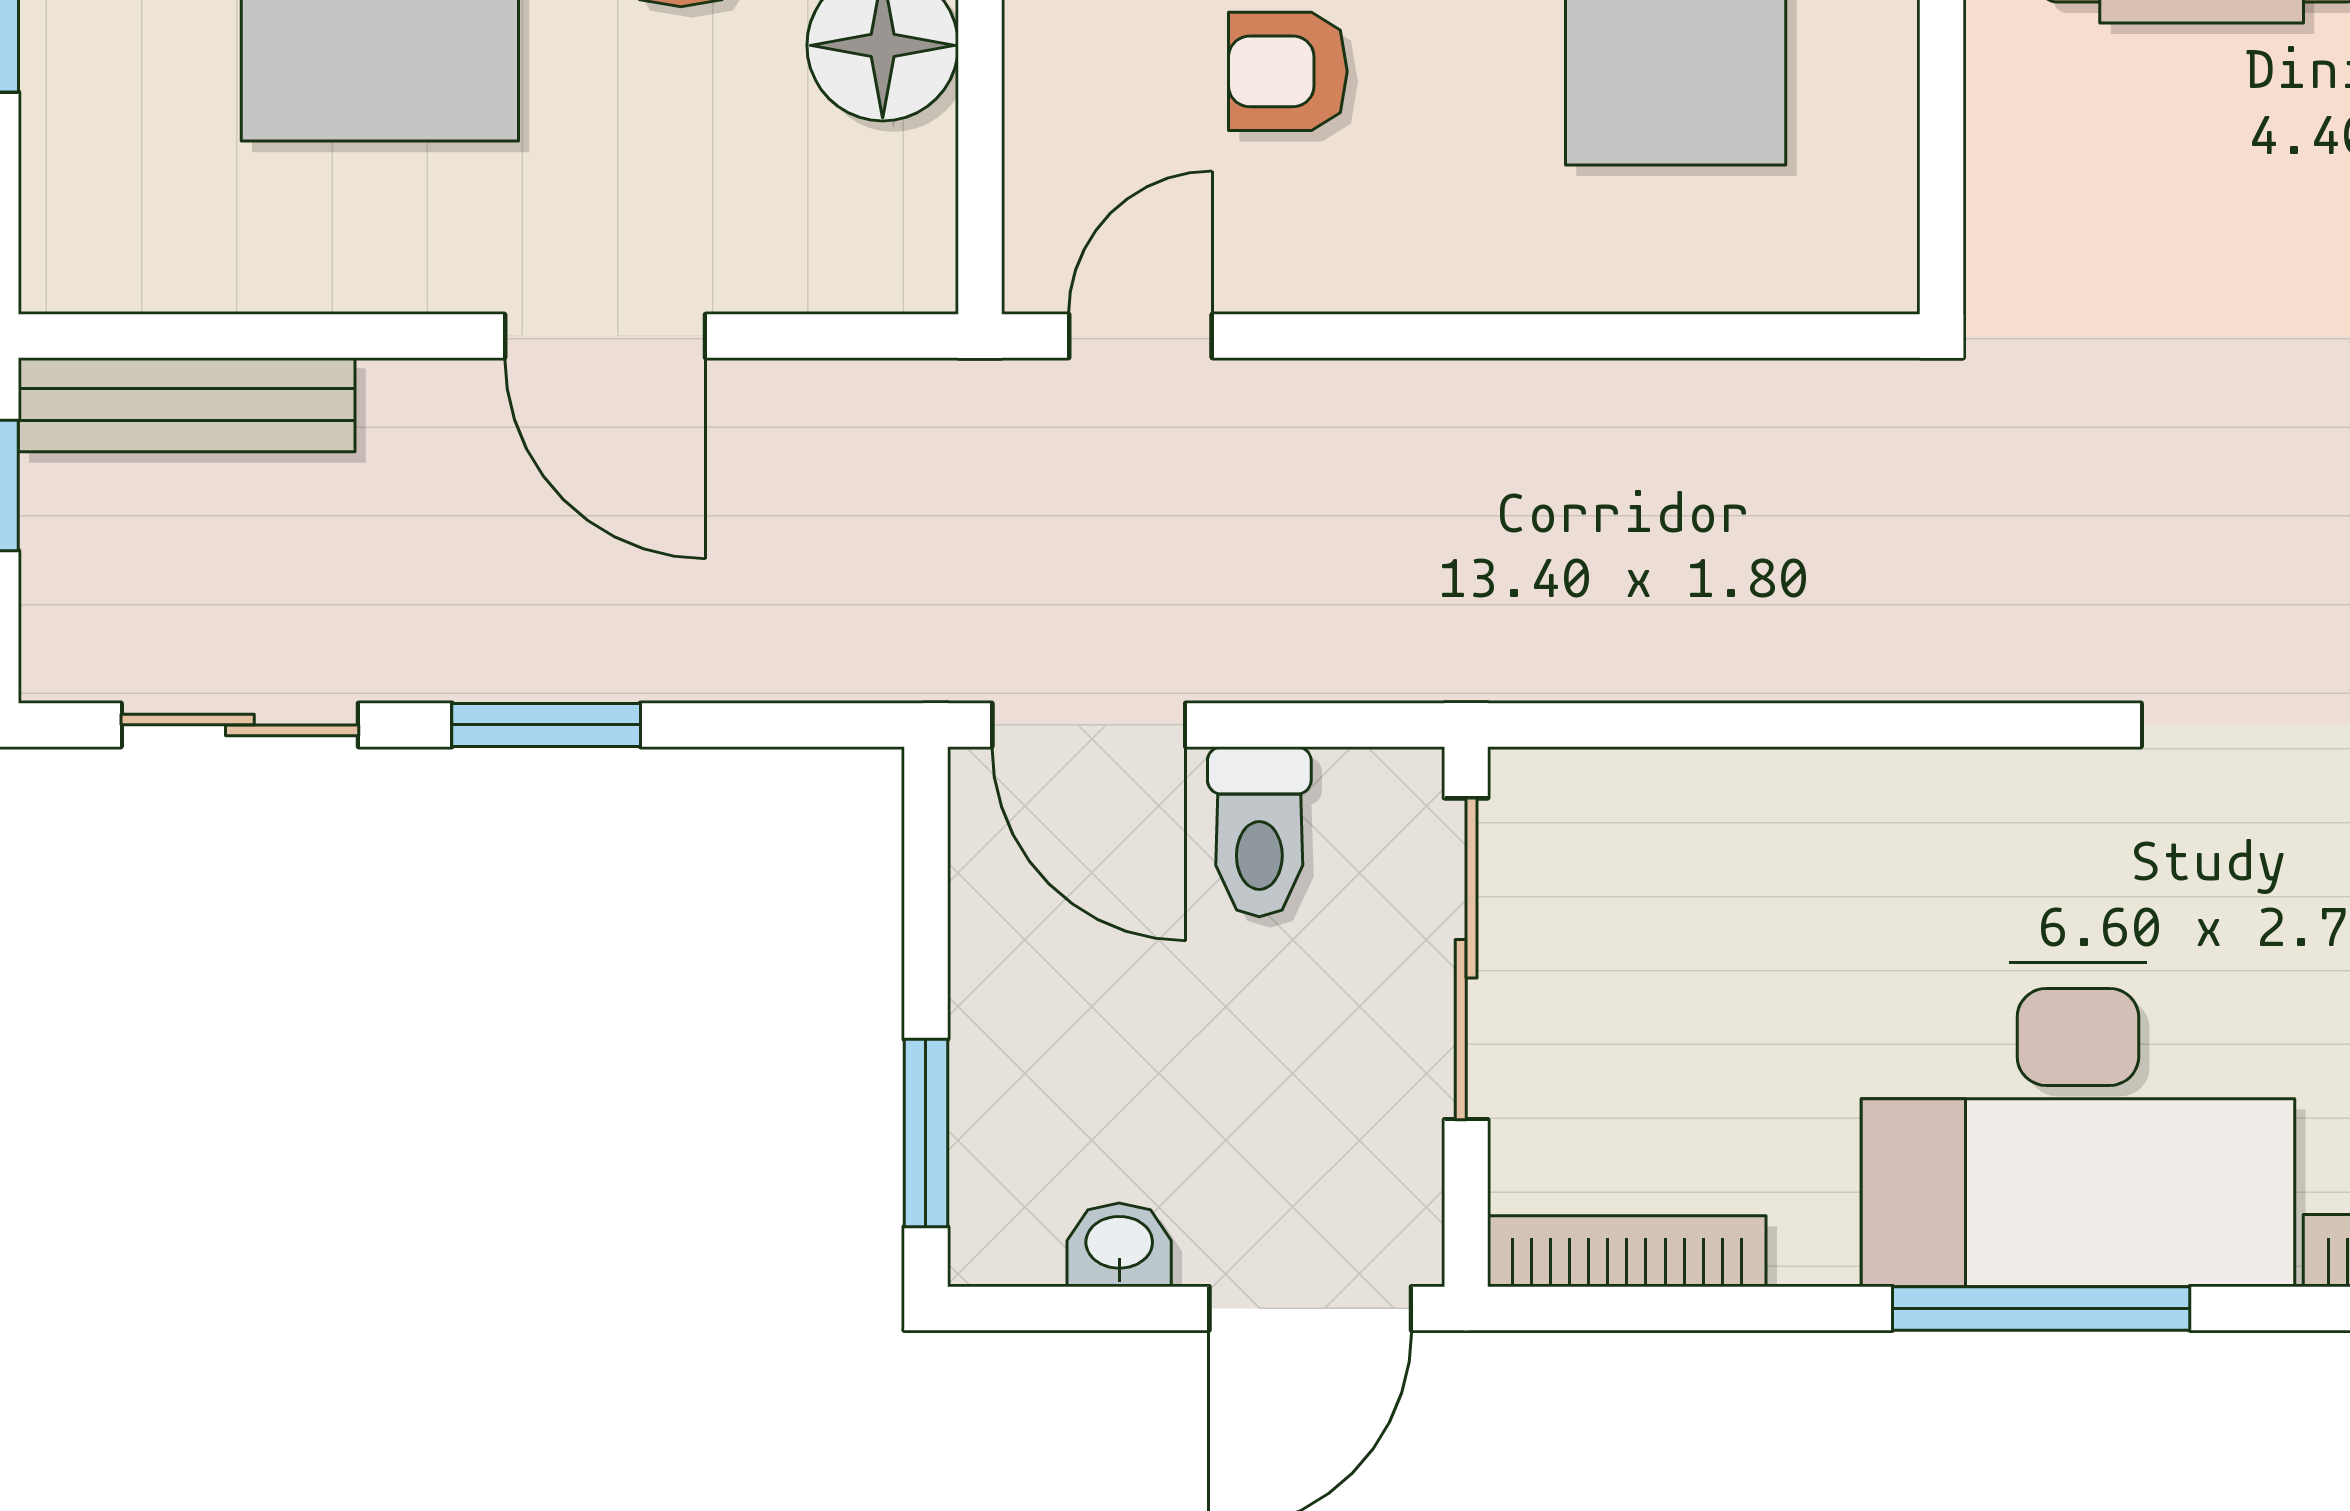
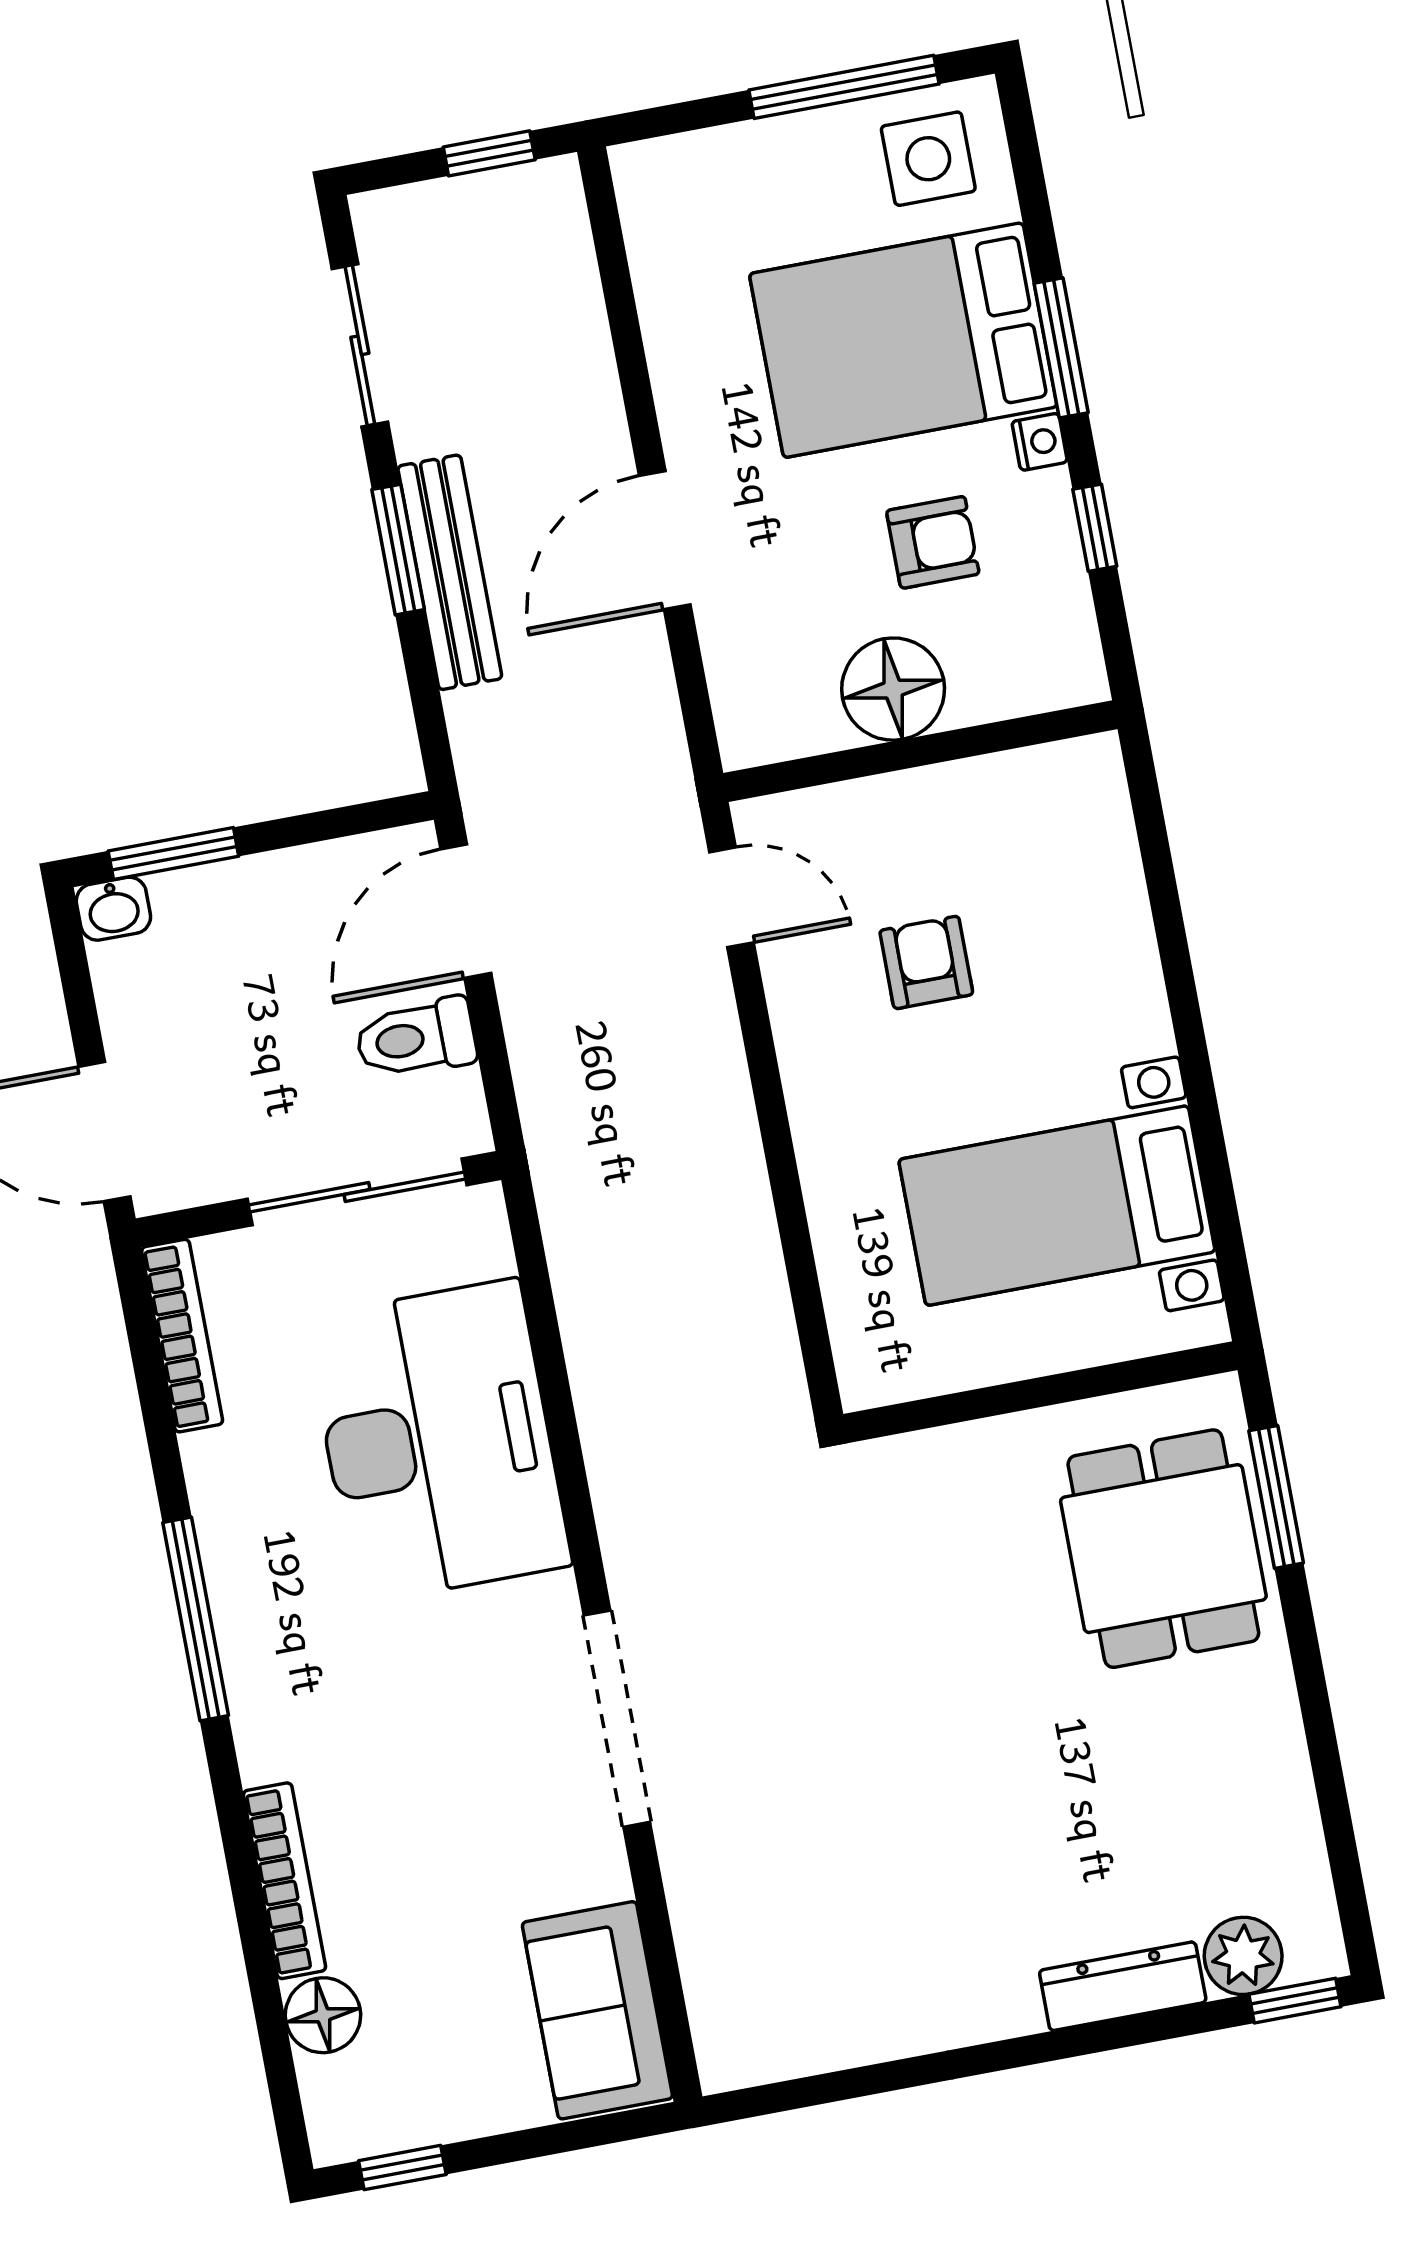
bench: (187, 405) -> (450, 572), moved
desk: (2078, 1125) -> (438, 1441), moved, turned 180
washbasin: (1119, 1245) -> (113, 909), moved, turned 90

